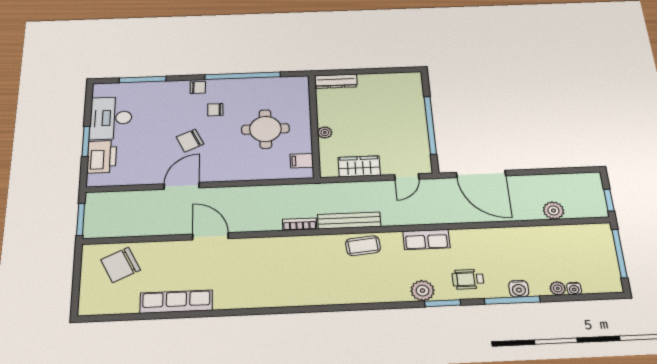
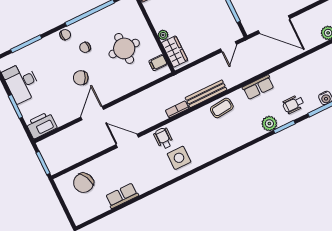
chair: (190, 141) -> (81, 78), turned 52
printer: (102, 157) -> (41, 125), moved, turned -90
wardrobe: (359, 166) -> (175, 52), moved, turned 90
wheelchair: (262, 252) -> (164, 138), added
side table: (271, 285) -> (179, 158), added
row of seats: (176, 302) -> (122, 196), width x0.68

